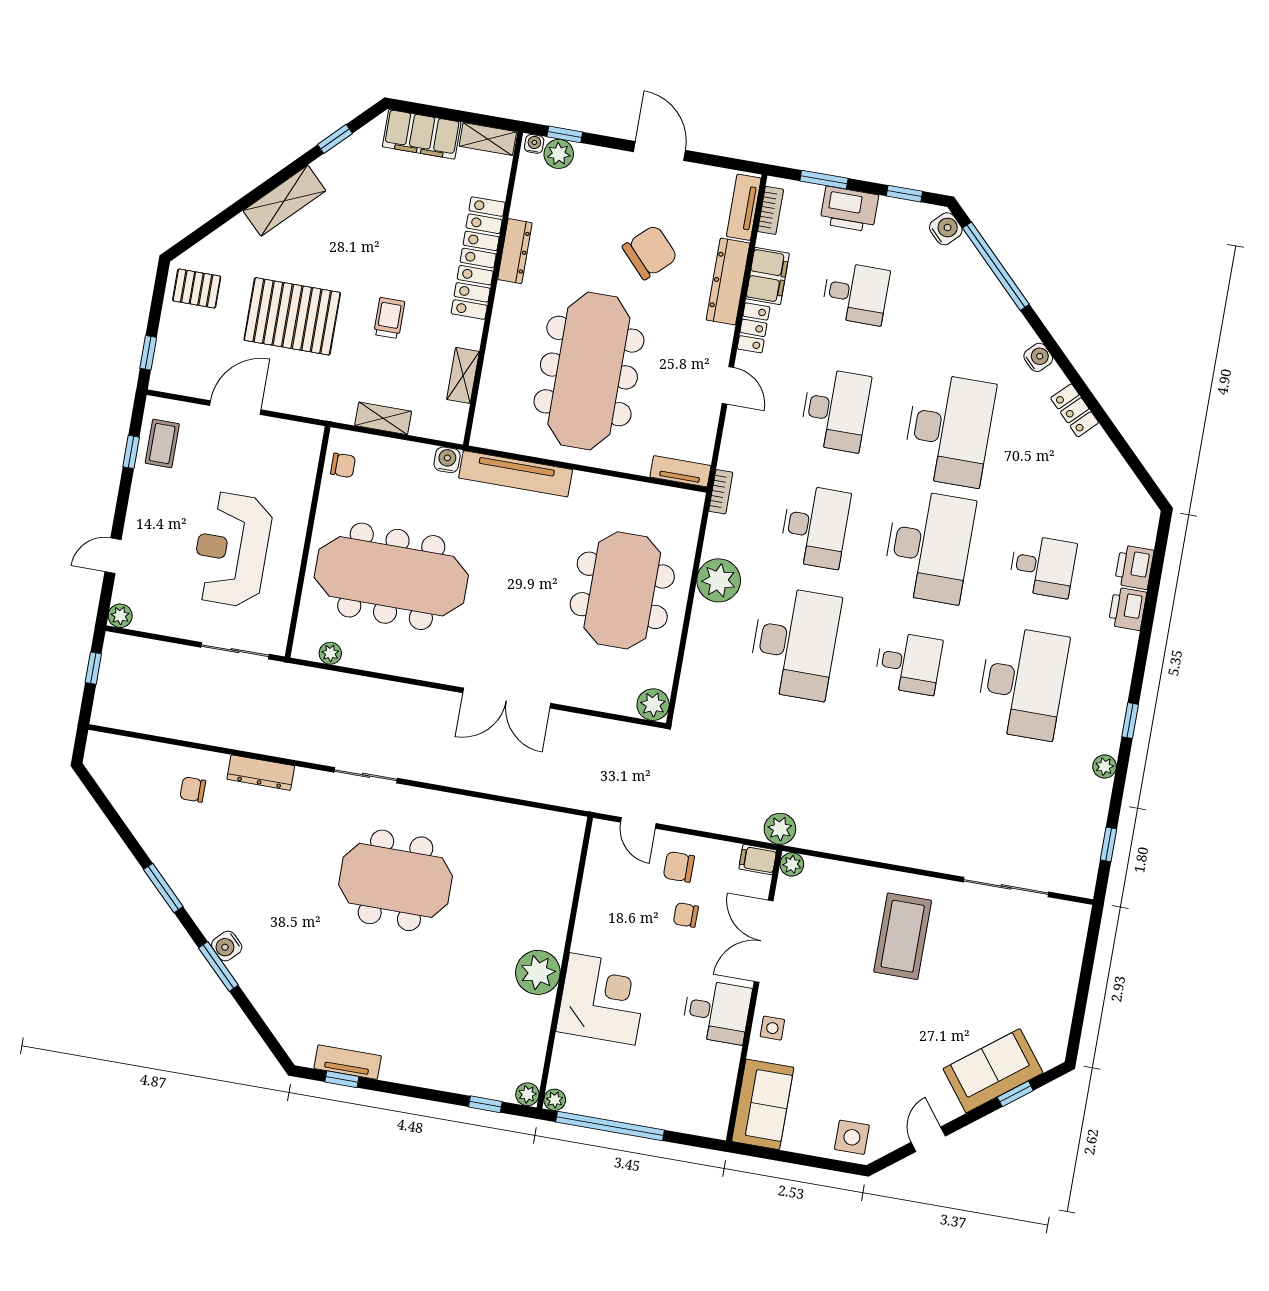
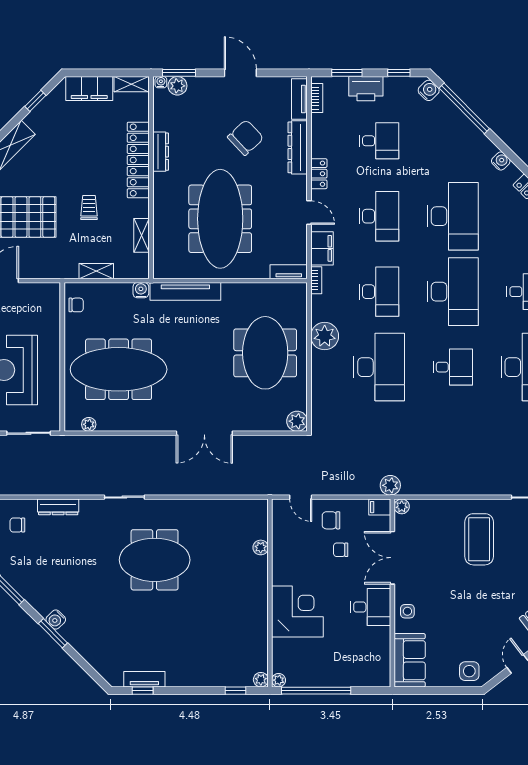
window: (565, 134) -> (179, 73), width x1.50
filing cabinet: (768, 276) -> (322, 248), moved
plant: (538, 972) -> (261, 547), moved, width x0.53, depth x0.53

